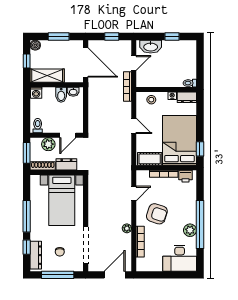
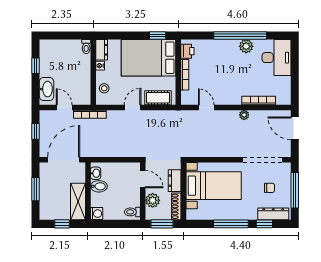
boiler: (35, 45) -> (45, 214), removed
cot: (150, 159) -> (158, 98), moved, turned 90
armchair: (157, 214) -> (228, 82), removed

